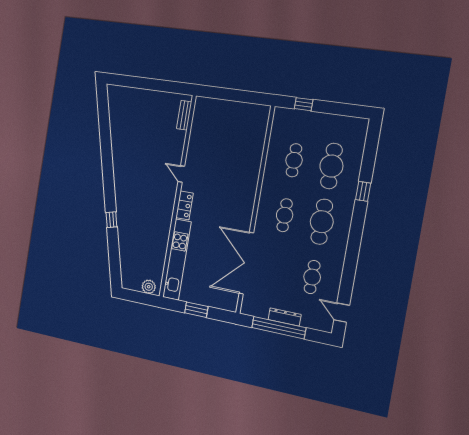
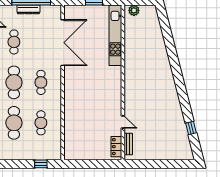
door: (181, 174) -> (123, 122), moved
locker: (184, 205) -> (116, 147), moved
window: (111, 220) -> (191, 128), moved

